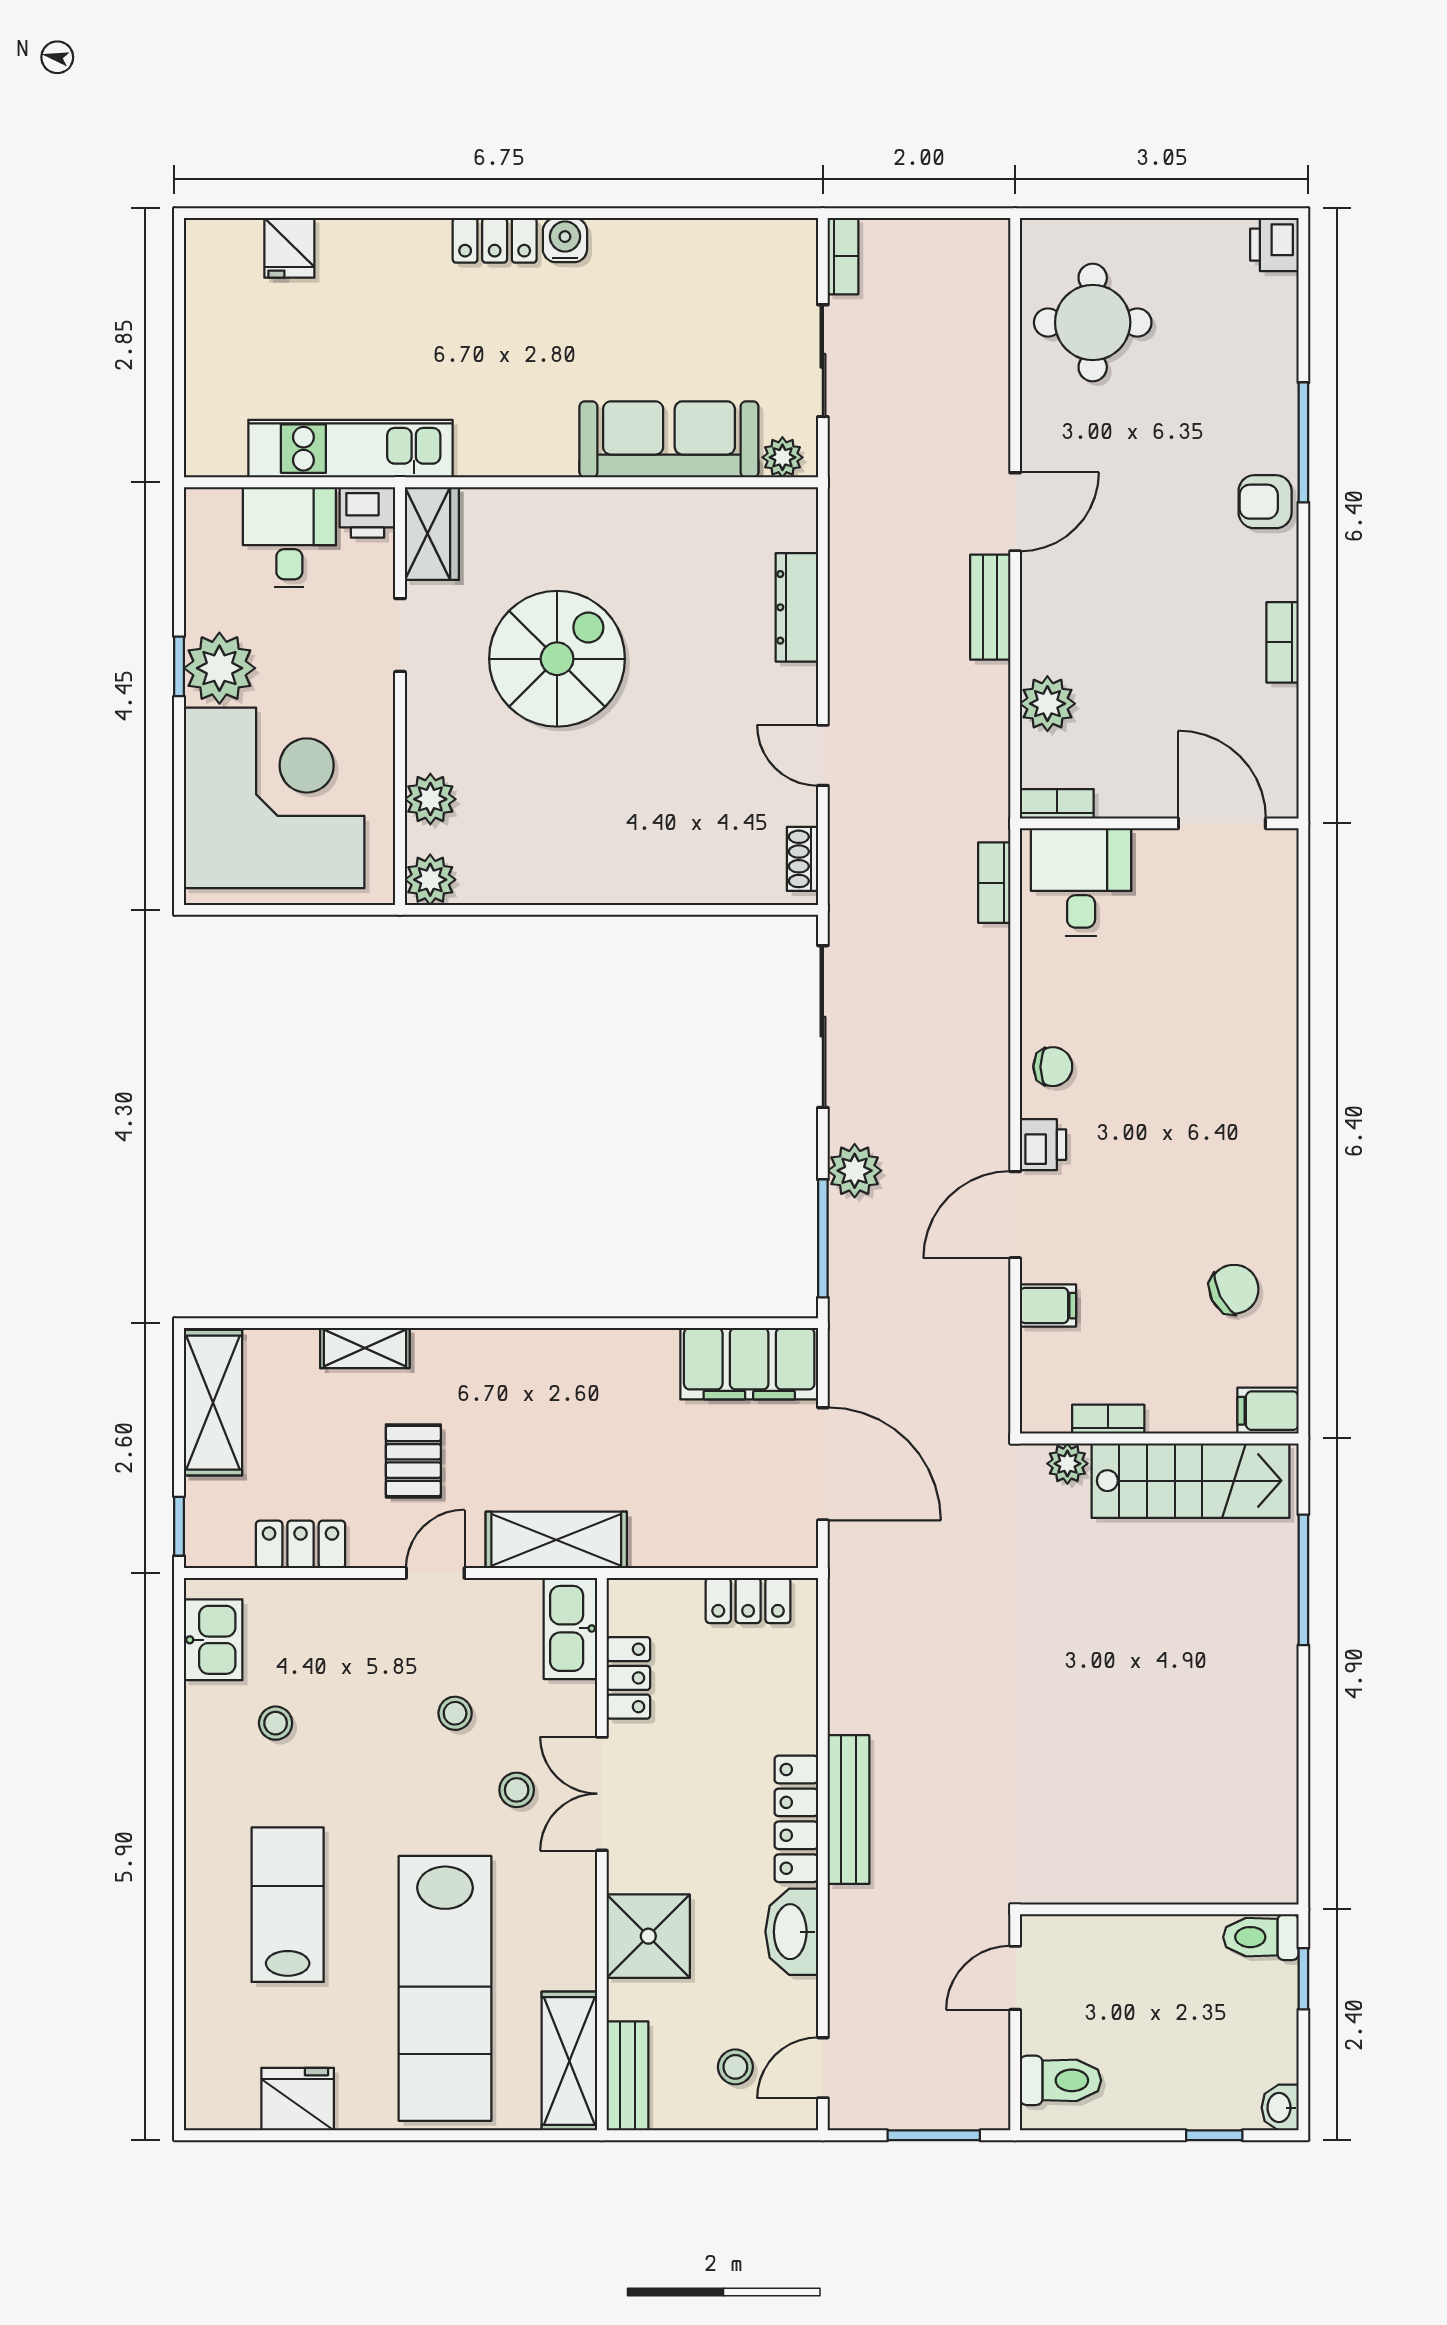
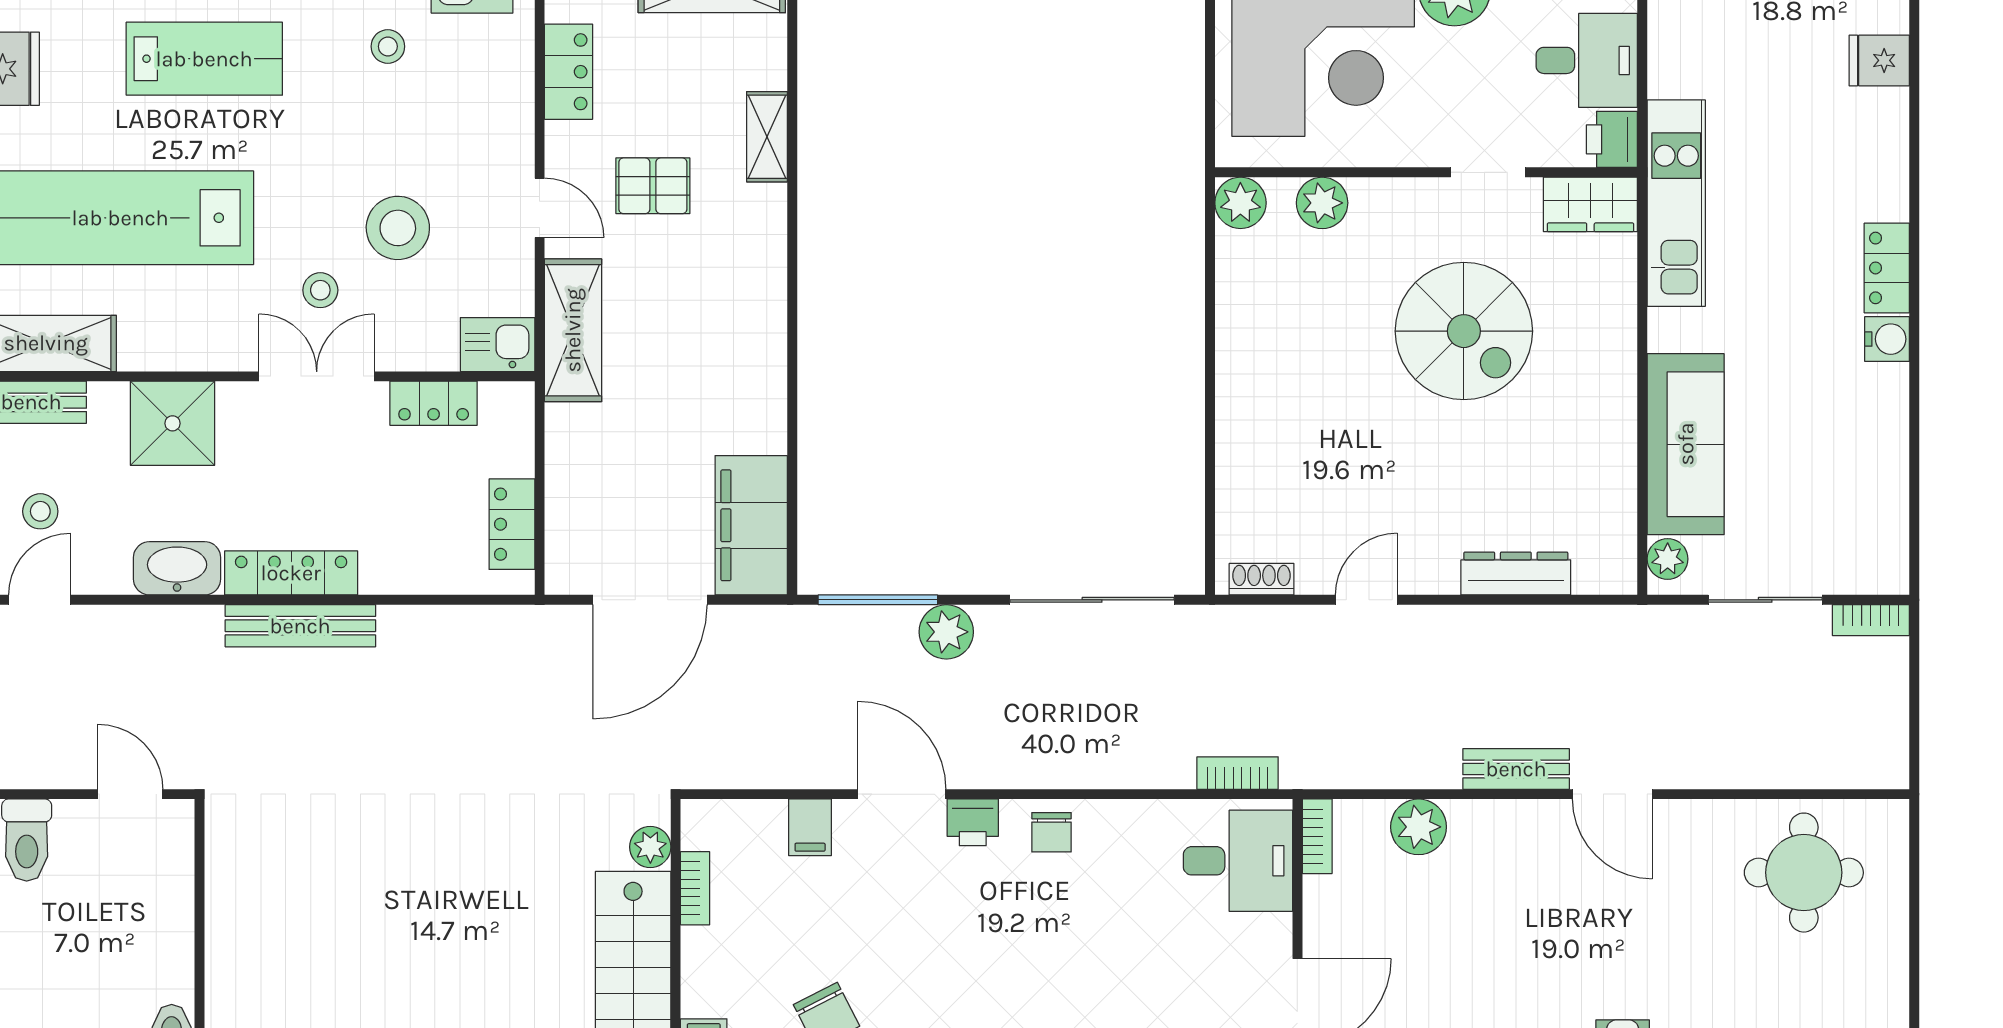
kitchen unit: (350, 449) -> (1676, 203), moved
kitchen sink: (570, 1628) -> (498, 345), width x0.73
stool: (455, 1713) -> (398, 228), width x1.89, depth x1.89
door: (823, 2068) -> (39, 600), hinge flipped

